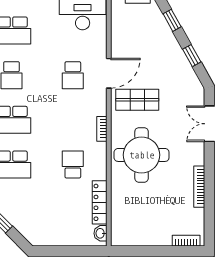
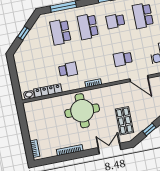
door: (109, 73) -> (139, 78), moved
shop shelf: (137, 100) -> (124, 121), moved

